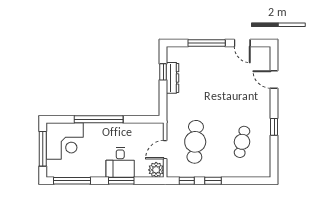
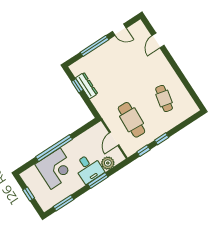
door: (274, 79) -> (158, 40), hinge flipped
window: (274, 127) -> (180, 73), removed
corner desk: (65, 141) -> (56, 169), moved
window: (43, 149) -> (29, 194), width x0.46
plant: (156, 170) -> (108, 163), moved
window: (72, 181) -> (64, 203), width x0.69

